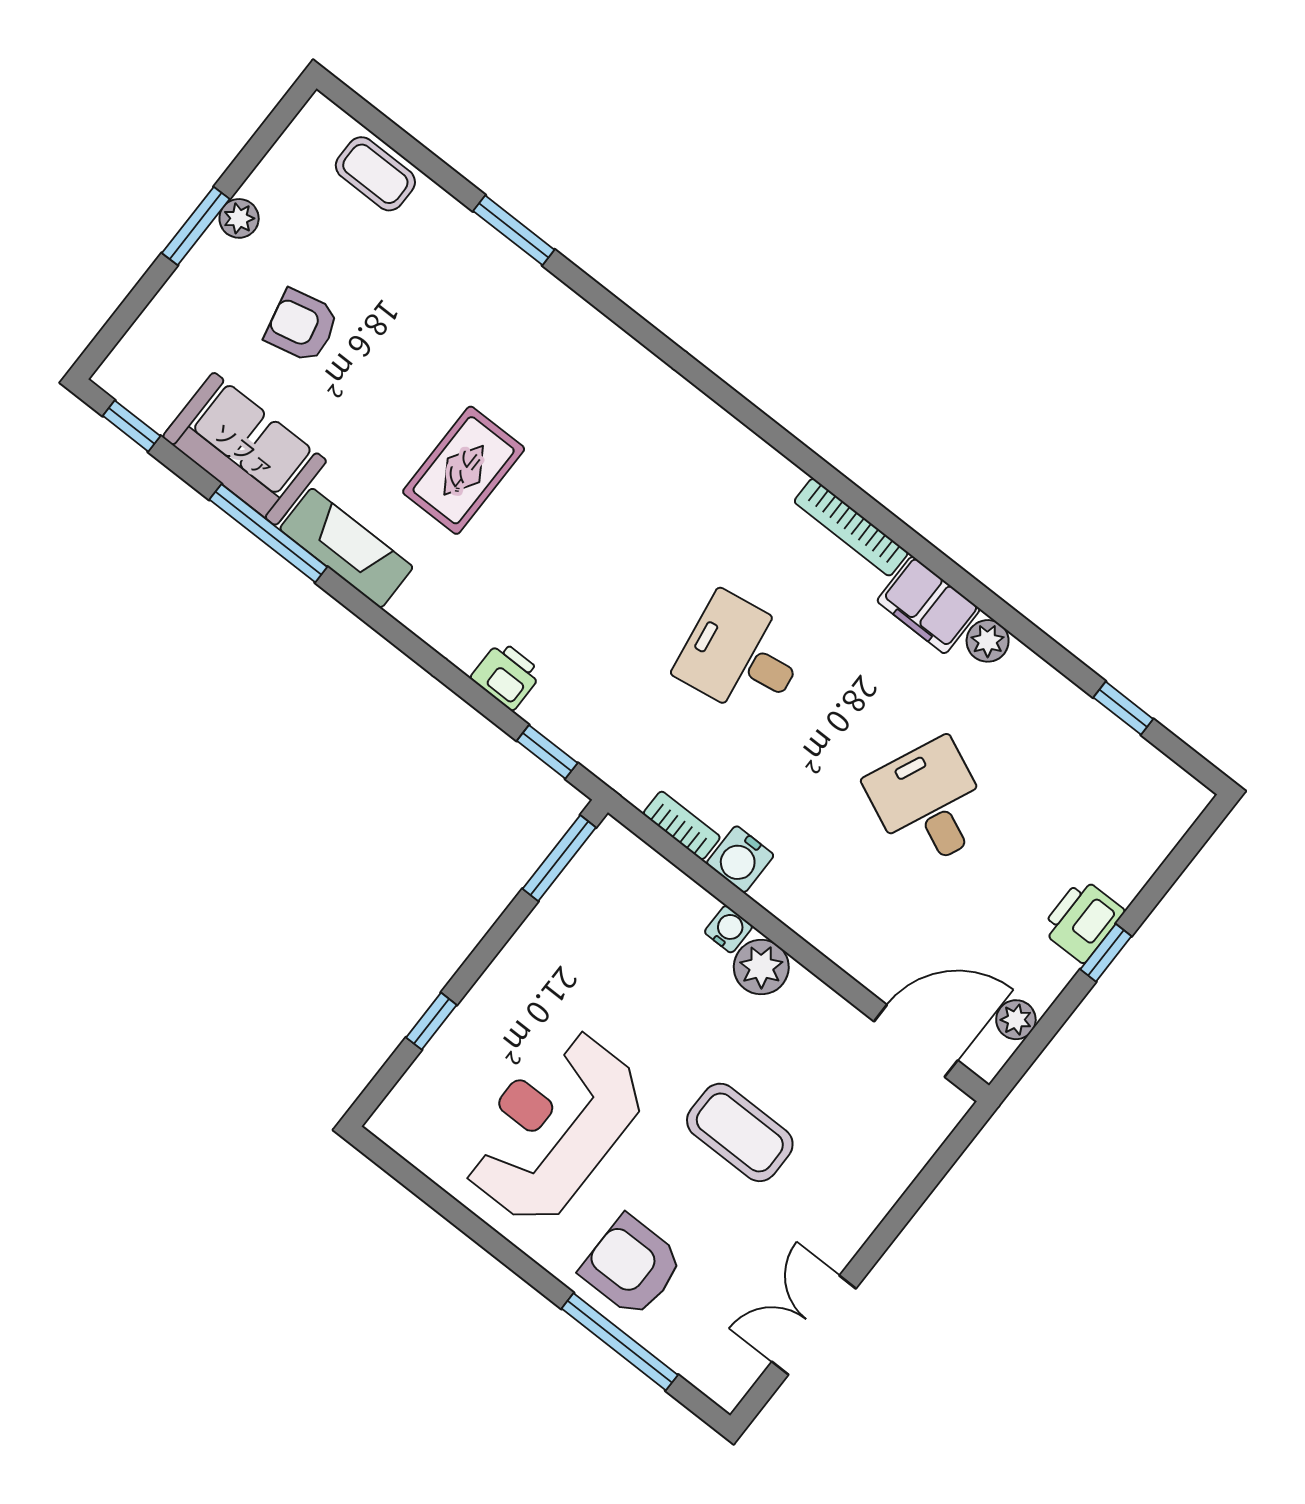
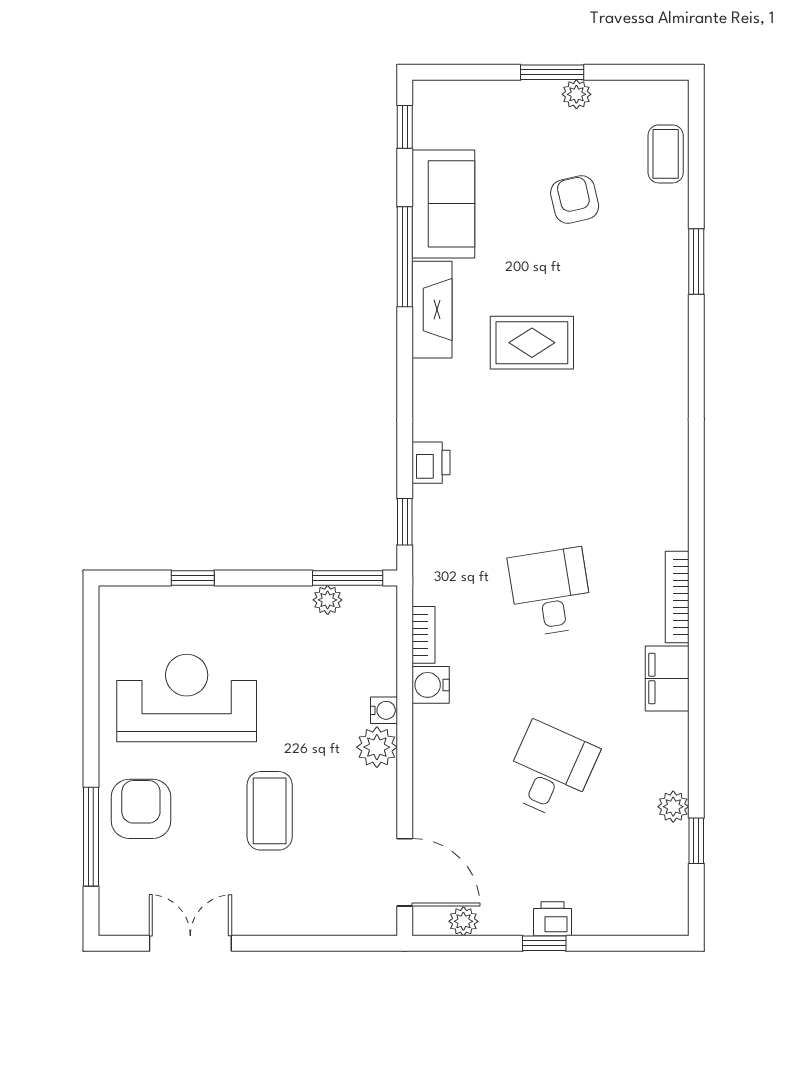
armchair: (302, 326) -> (575, 200), moved
plant: (988, 641) -> (673, 807), moved
plant: (566, 898) -> (328, 600), added
printer: (1083, 920) -> (553, 919), width x0.73, depth x0.81

